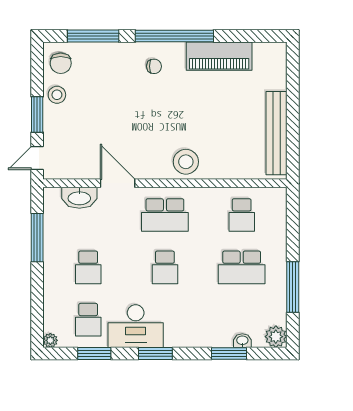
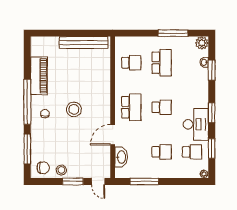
stool: (186, 162) -> (74, 109), moved

